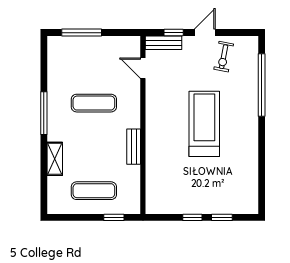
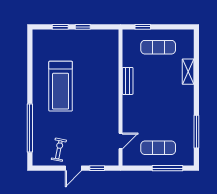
bench: (164, 43) -> (105, 160), removed
door: (143, 68) -> (121, 141), hinge flipped
exercise mat: (94, 103) -> (158, 148), moved
window: (44, 113) -> (196, 132), moved
treadmill: (204, 124) -> (61, 86), moved

